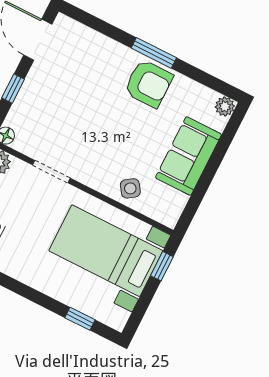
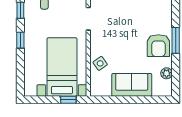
plant: (225, 106) -> (167, 73), moved
window: (80, 319) -> (20, 40), moved

